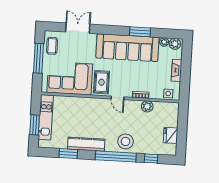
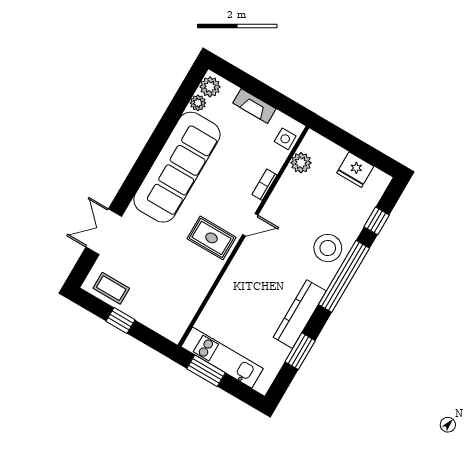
window: (140, 32) -> (161, 134), removed
window: (39, 58) -> (121, 321), width x0.46
corner sofa: (70, 78) -> (179, 286), removed
plant: (147, 106) -> (301, 163), moved
window: (35, 125) -> (206, 371), moved

